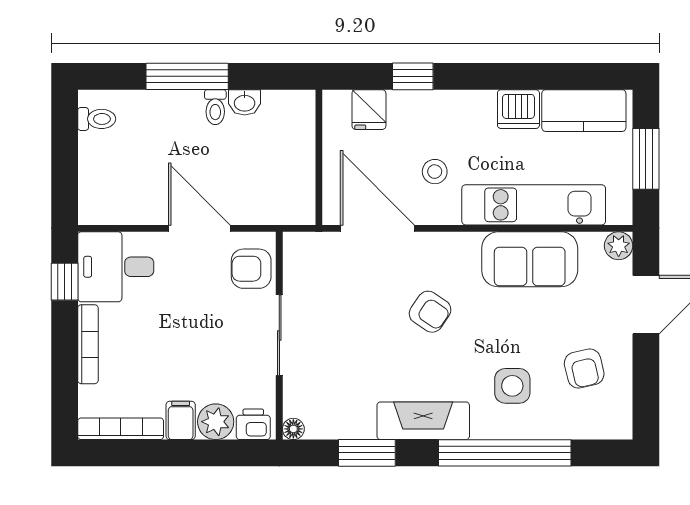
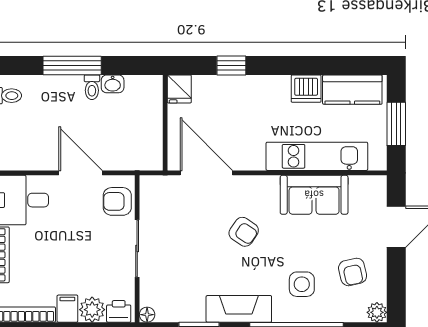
fridge: (369, 110) -> (179, 89), moved
stool: (435, 172) -> (247, 133), removed
plant: (619, 246) -> (377, 312), moved

